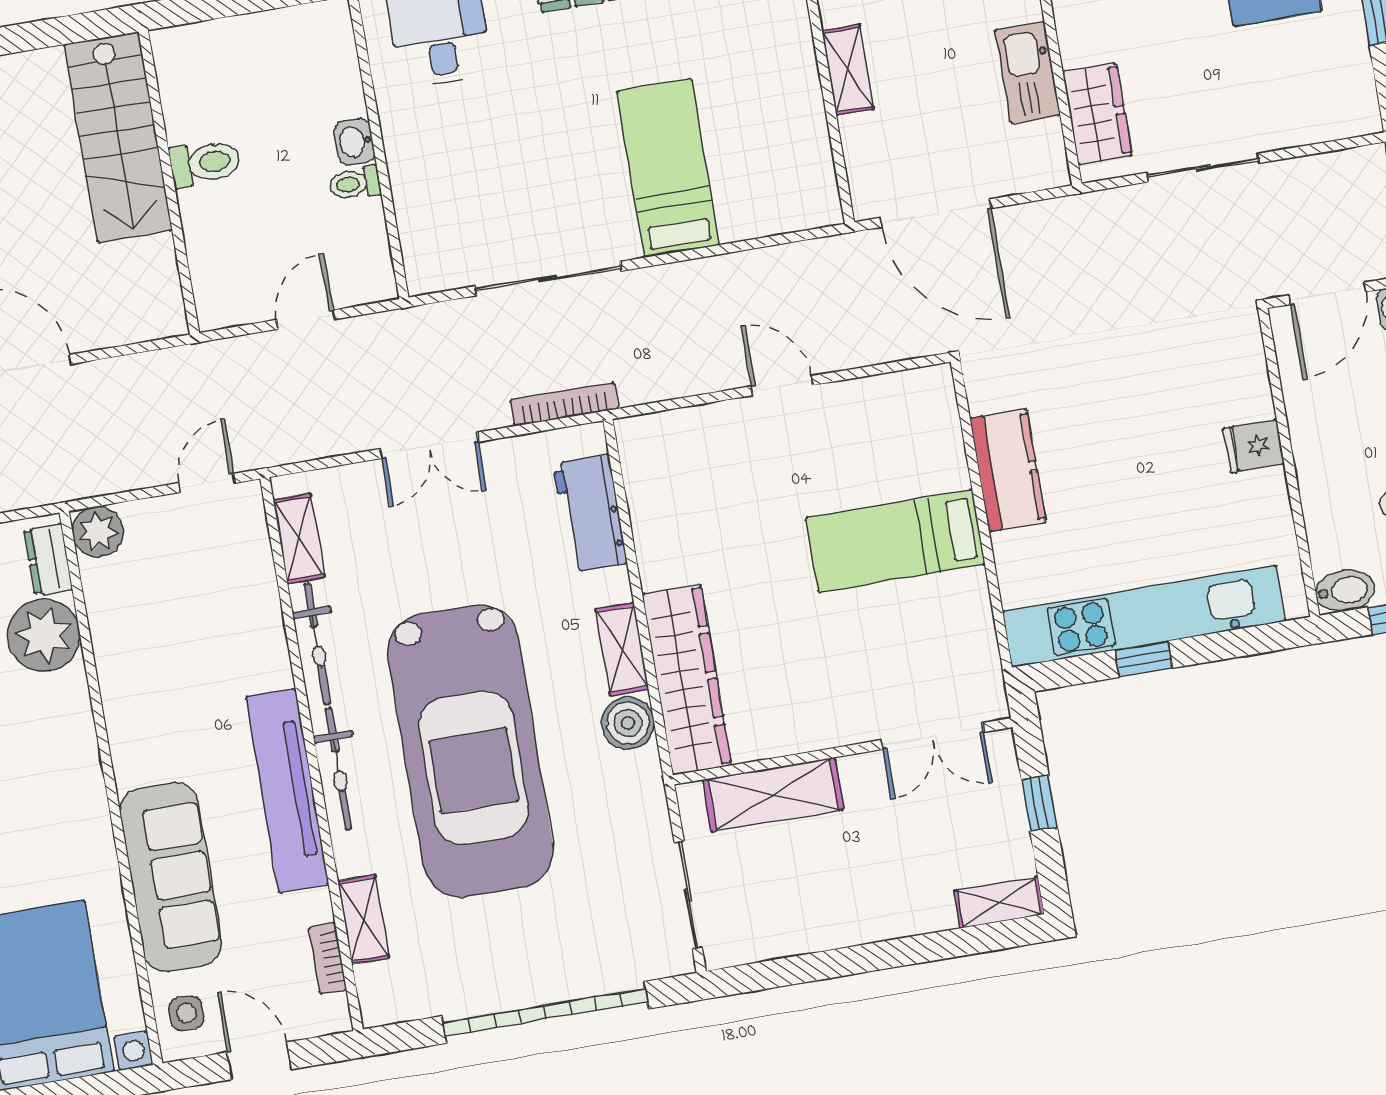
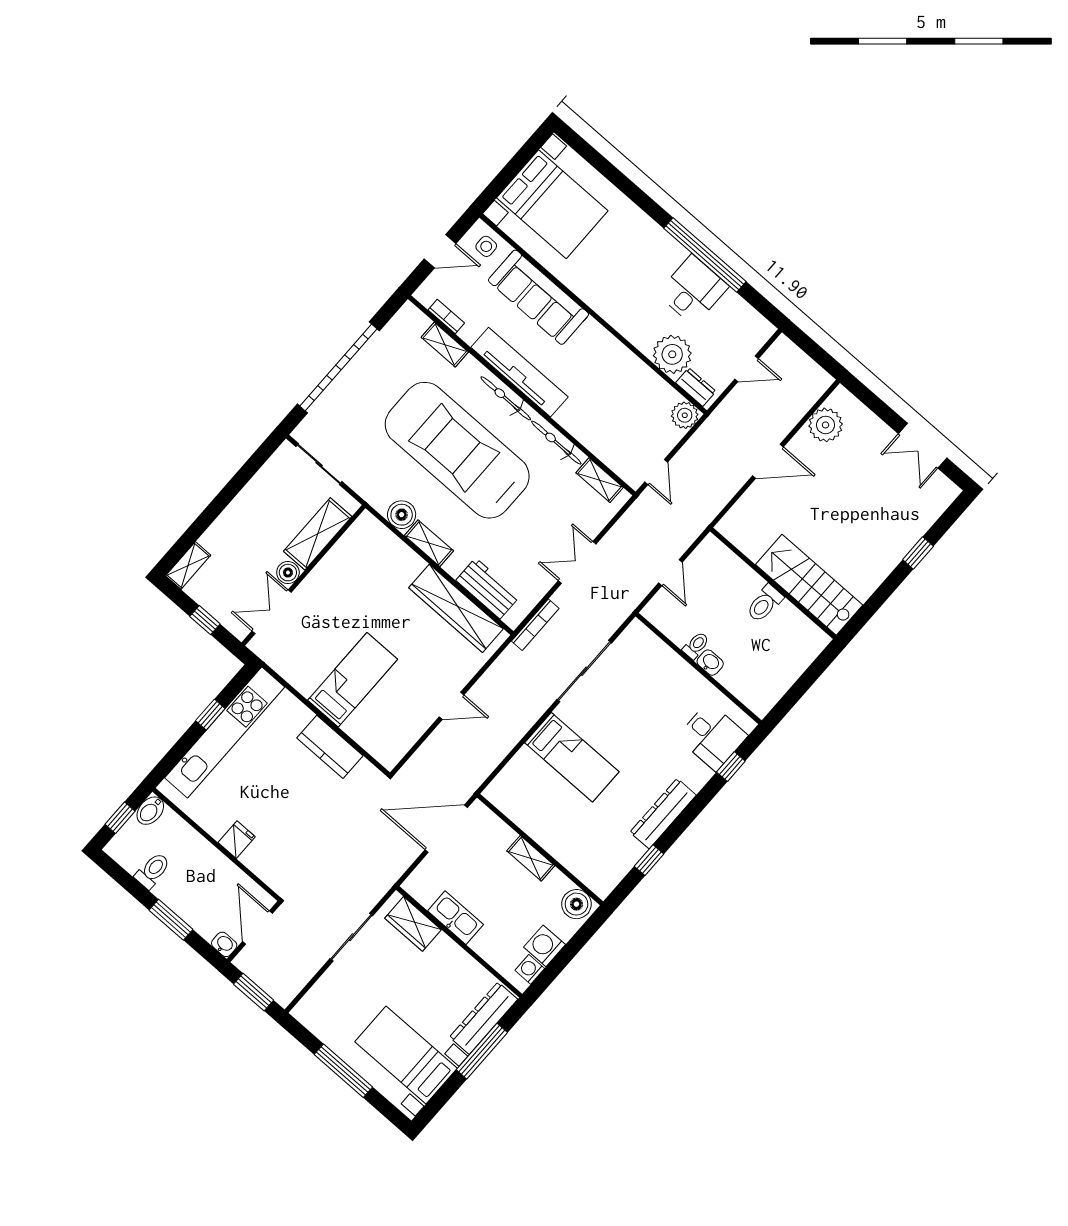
wardrobe: (687, 680) -> (456, 608), moved
boiler: (862, 774) -> (288, 573), added

